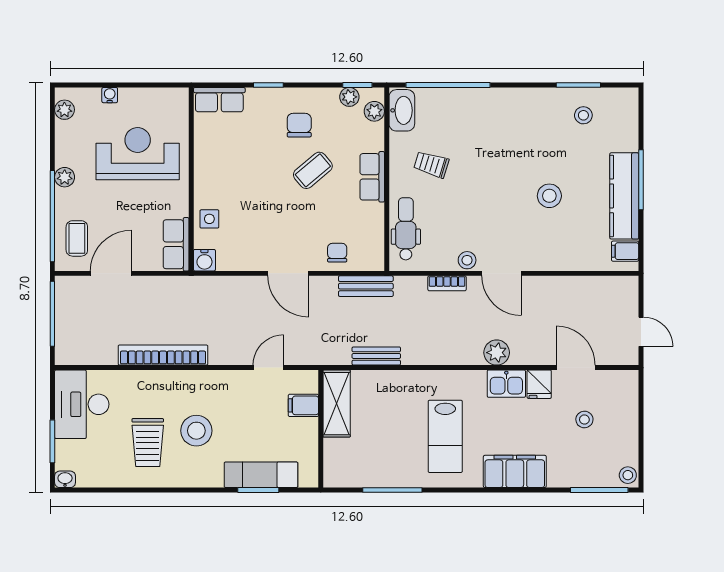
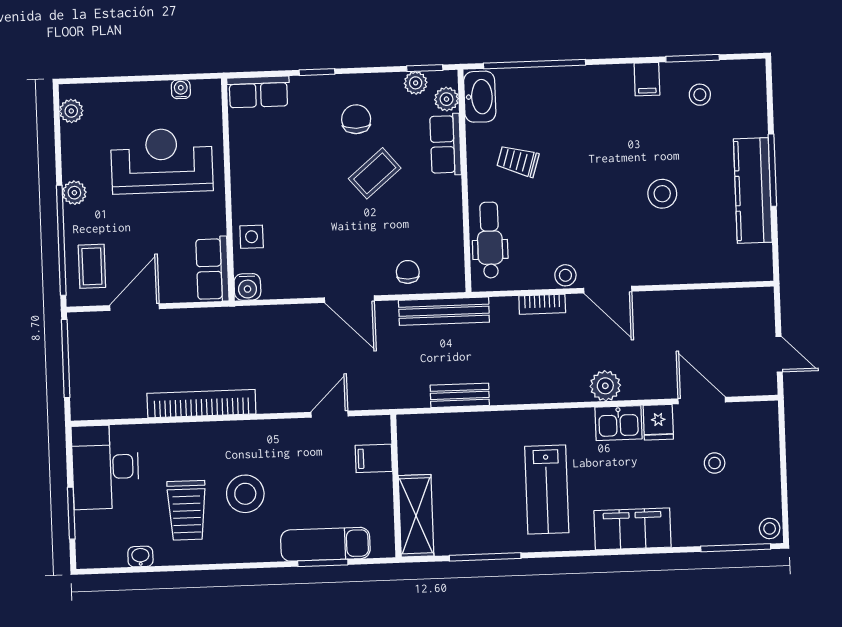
water cooler: (110, 95) -> (181, 89), moved
row of seats: (372, 177) -> (446, 144), moved
filing cabinet: (625, 251) -> (647, 79), moved, turned -90
bench: (366, 286) -> (444, 311), width x1.36
shelving: (337, 404) -> (416, 516), moved
washbasin: (65, 479) -> (140, 557), moved

